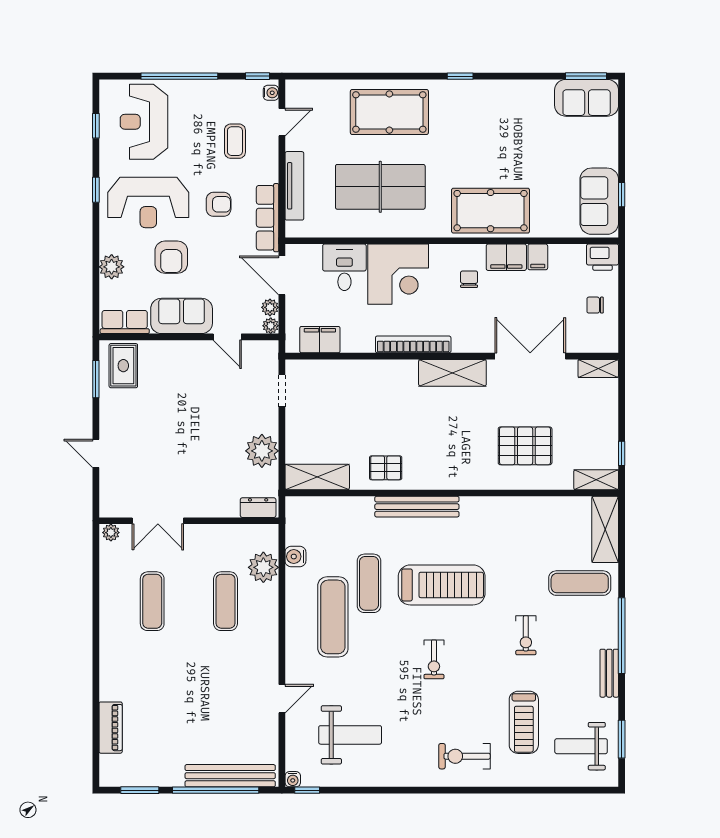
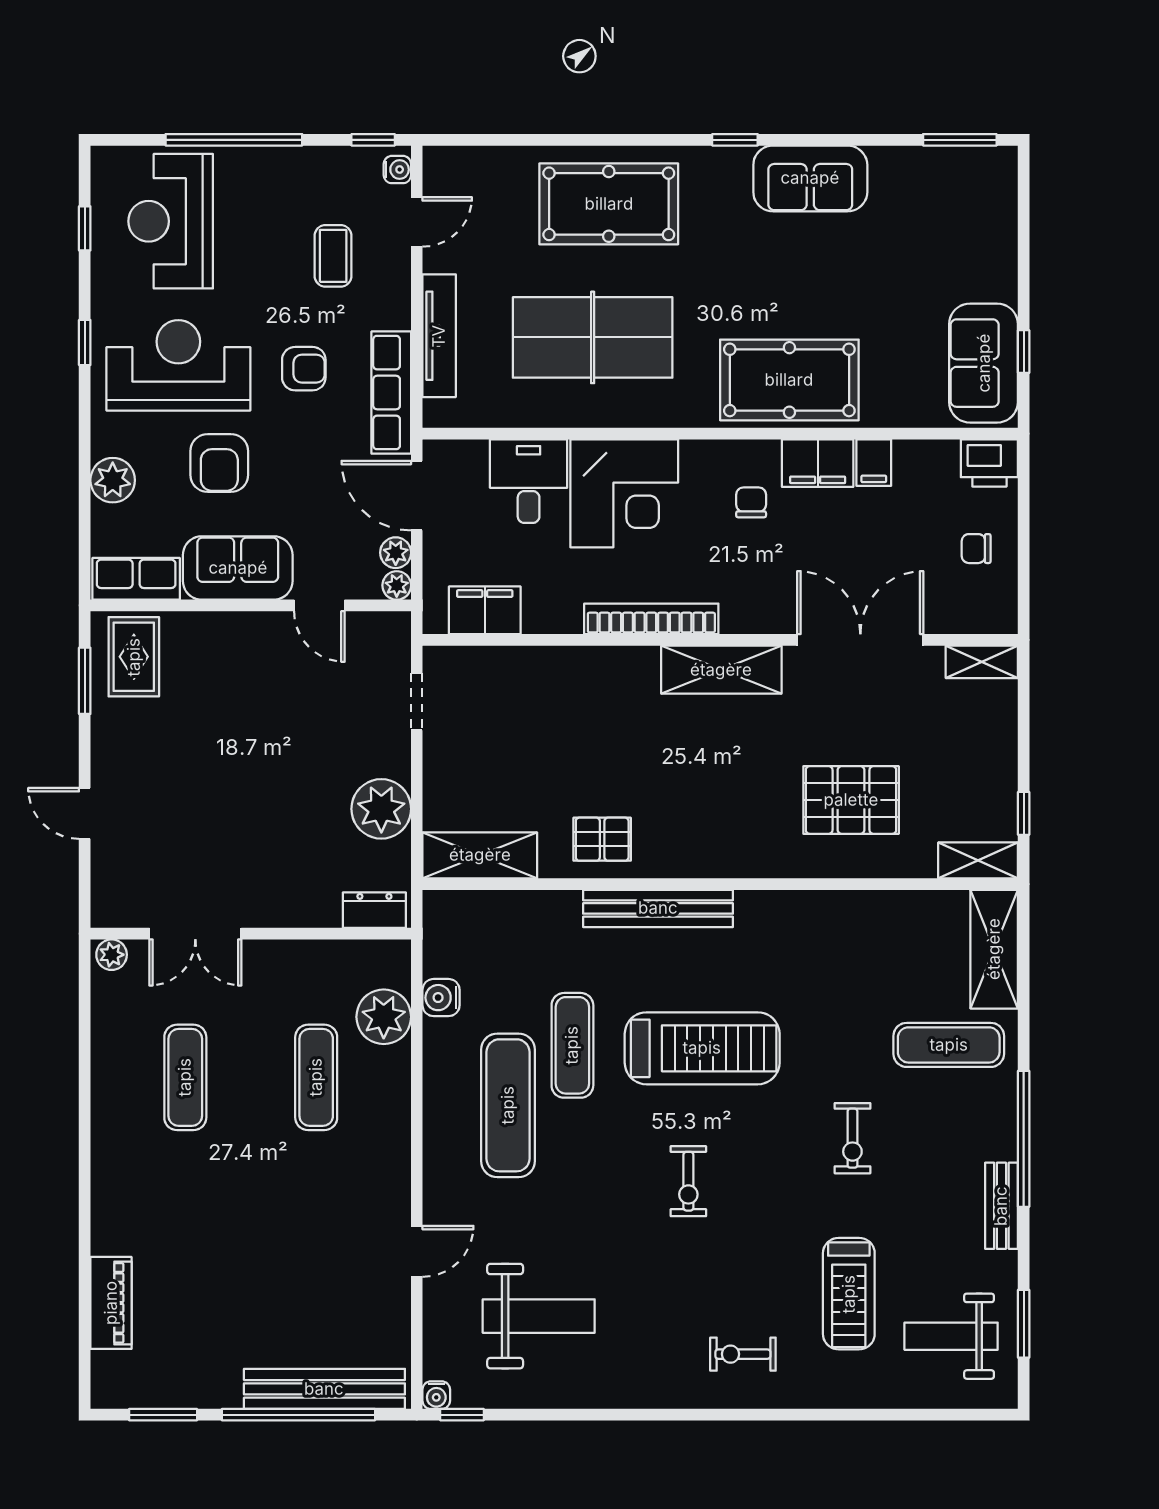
sofa: (587, 98) -> (810, 178), moved
reception desk: (148, 202) -> (178, 365), turned 180
exercise bike: (464, 756) -> (743, 1354), width x0.73, depth x0.72

